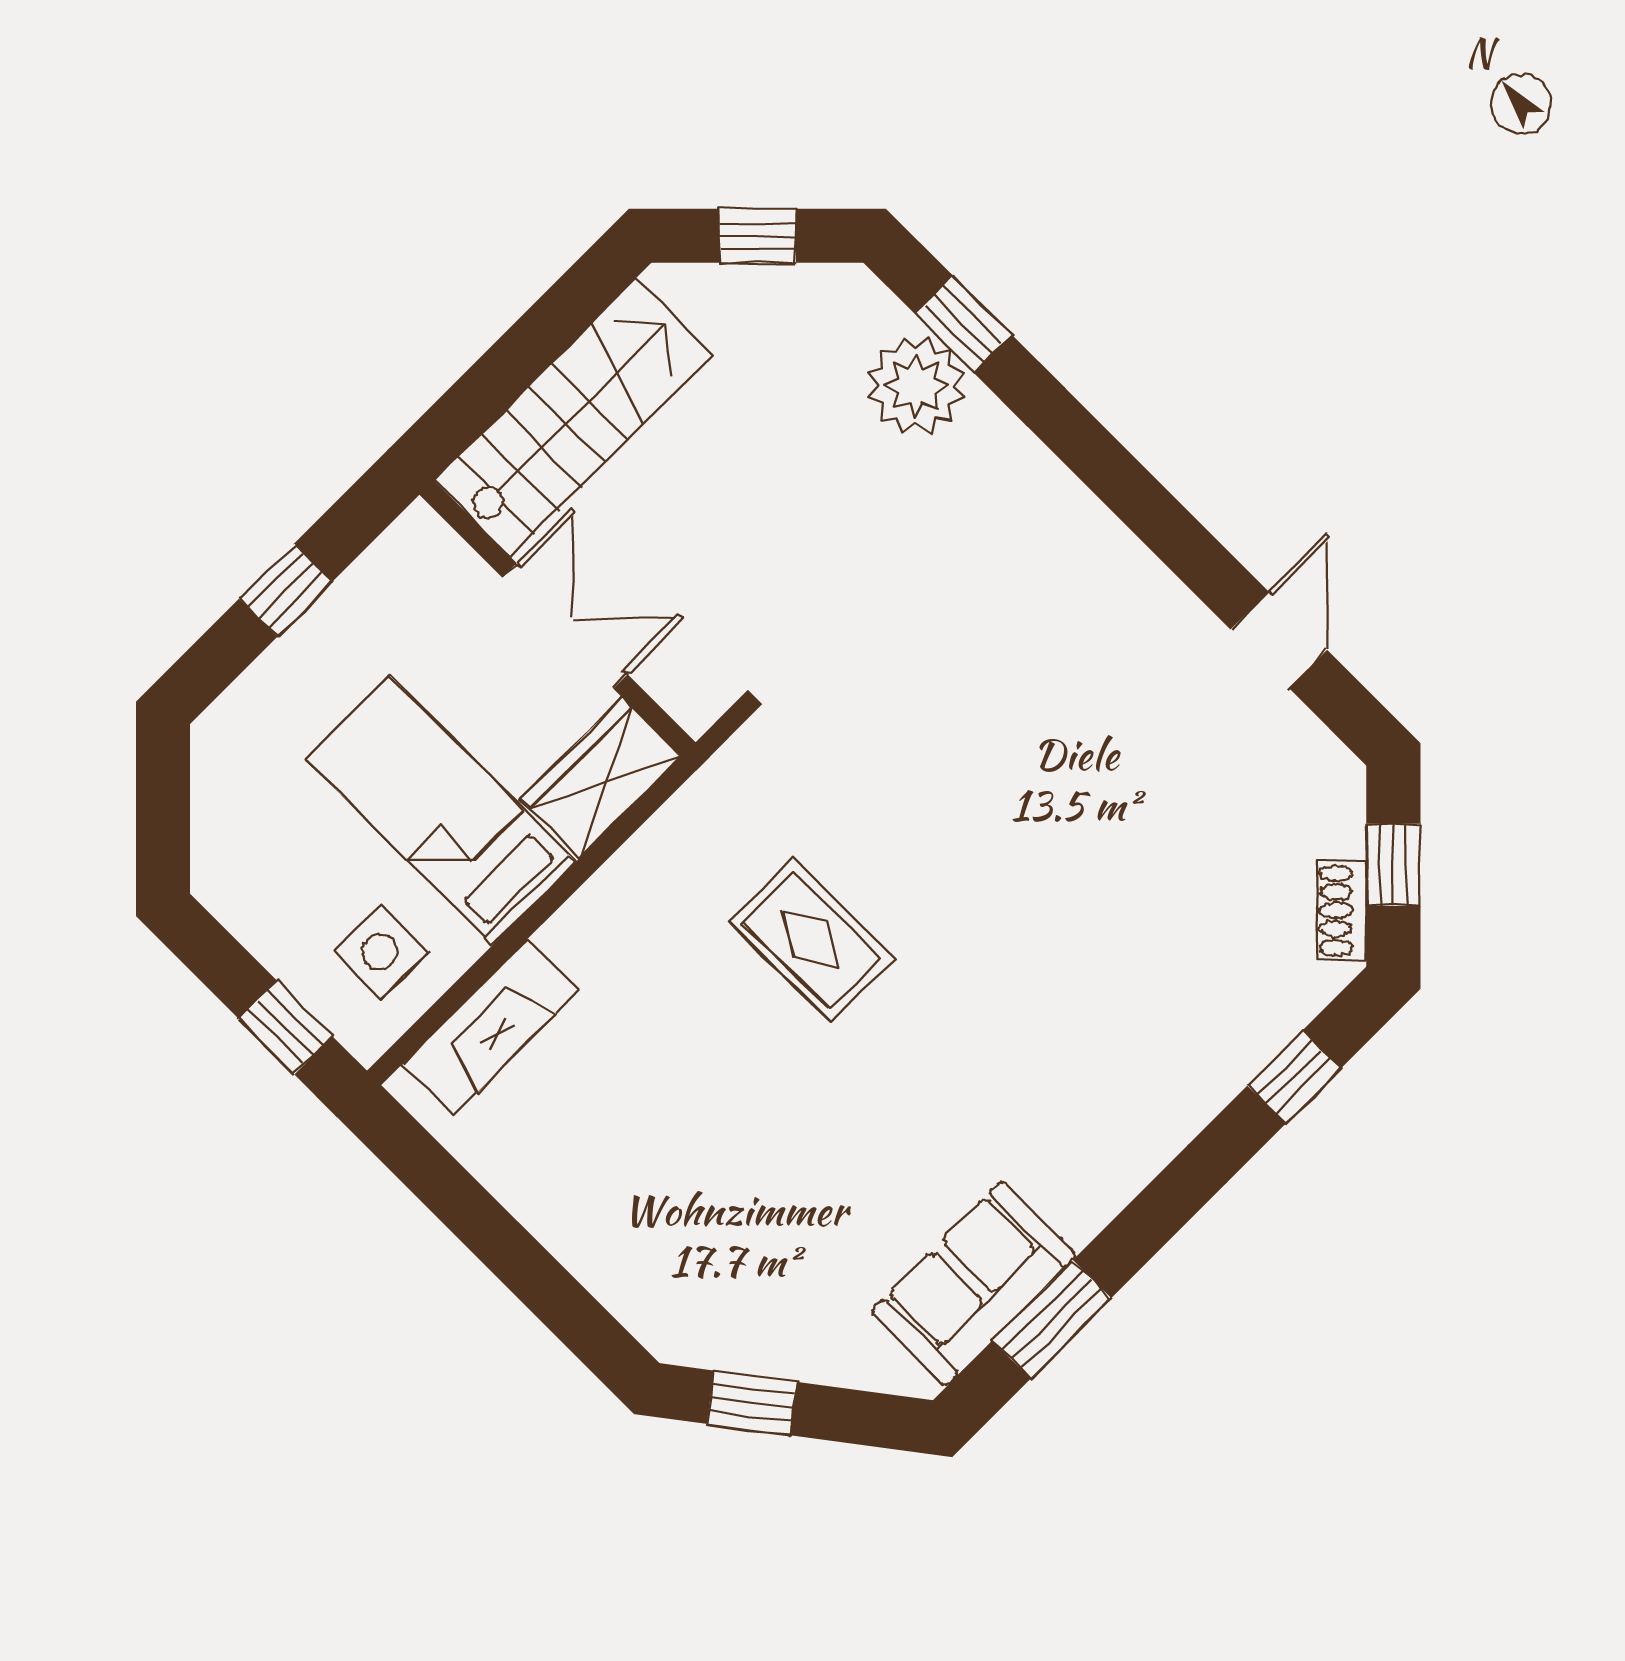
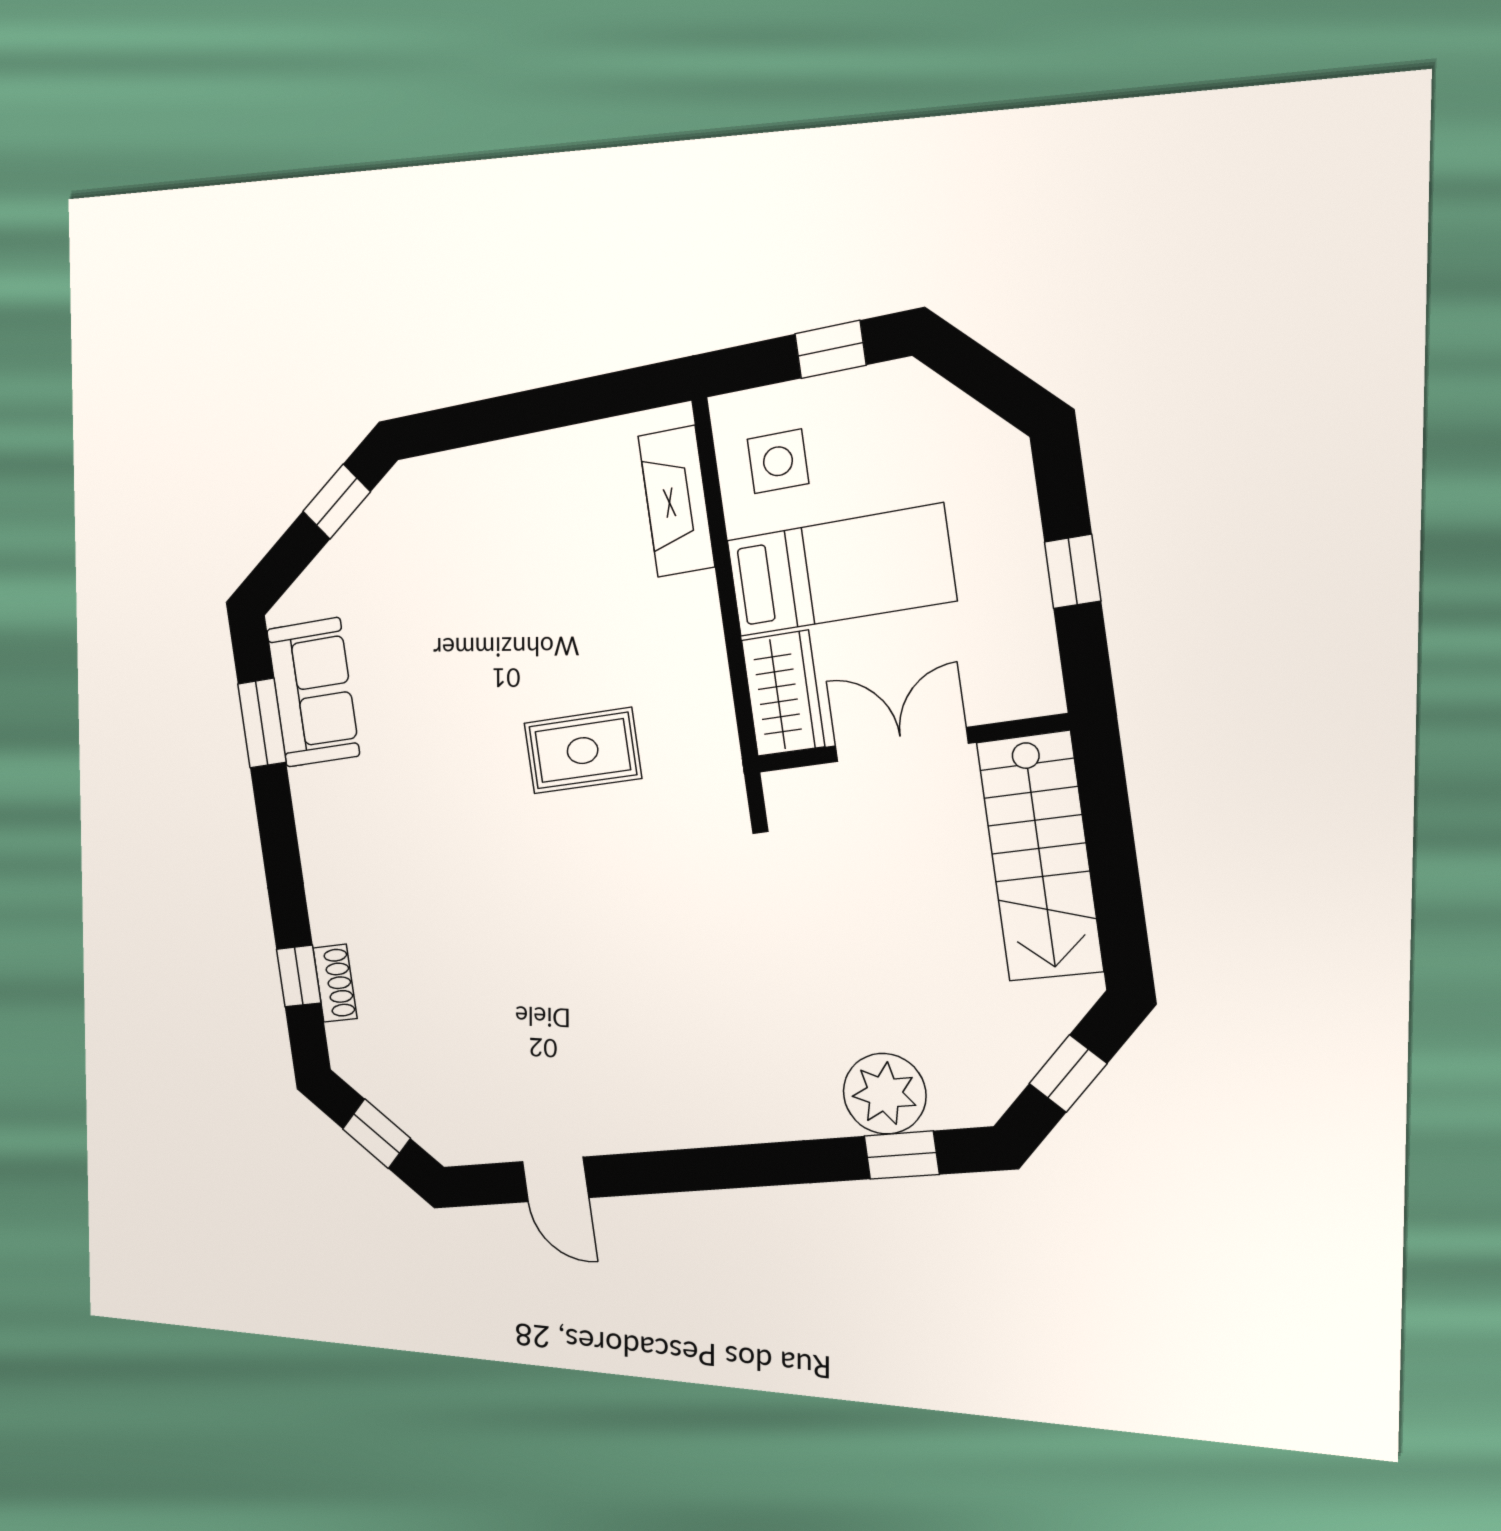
double door: (565, 626) -> (901, 745), swing flipped
shoe rack: (1342, 910) -> (335, 983), moved, turned 45
window: (285, 1027) -> (830, 349), moved

